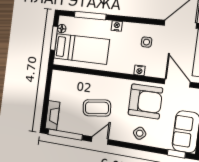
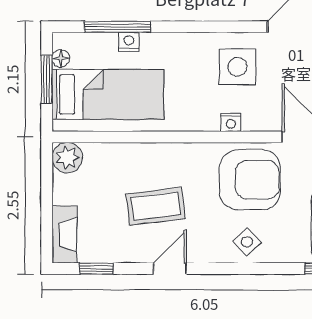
nightstand: (117, 26) -> (129, 42), moved
side table: (146, 42) -> (237, 67), width x1.87, depth x1.87
plant: (59, 78) -> (67, 158), added
window: (65, 135) -> (96, 269), width x0.46

